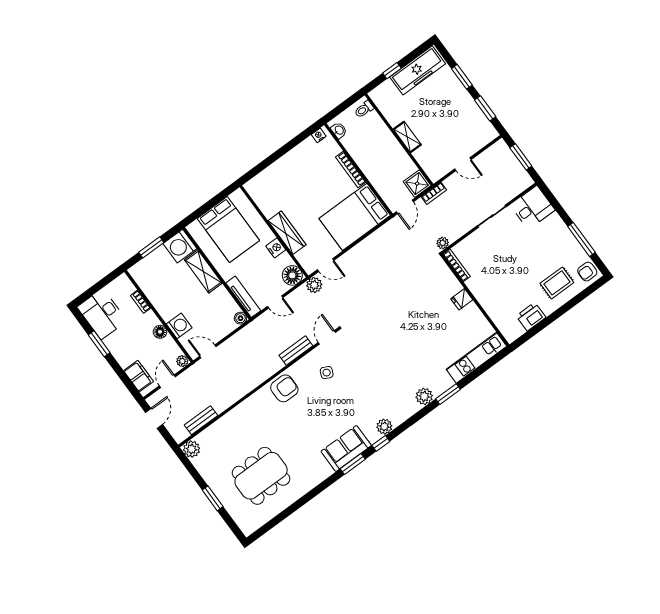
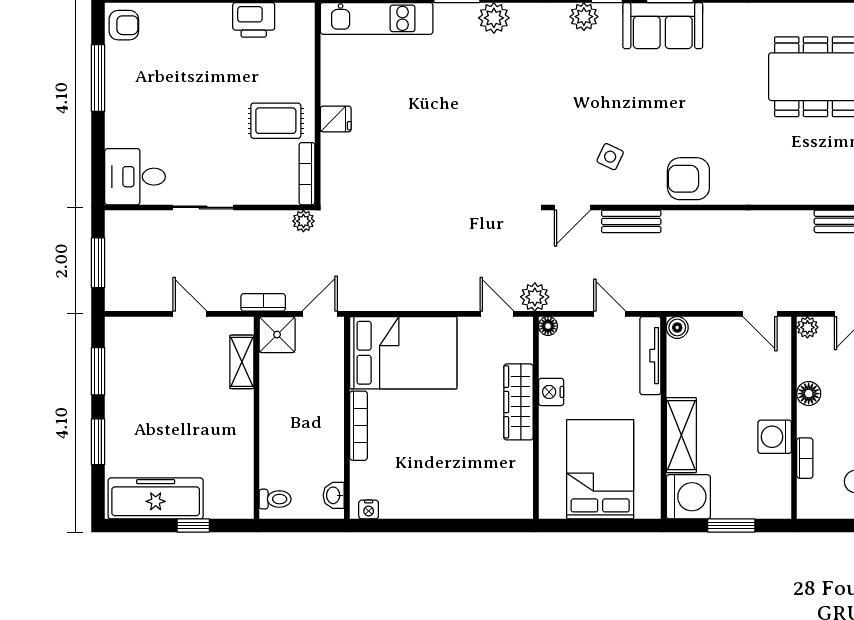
shelving: (407, 137) -> (242, 362), moved
floor lamp: (292, 275) -> (548, 326), width x0.53, depth x0.53
rug: (557, 283) -> (276, 121), moved
washing machine: (179, 326) -> (775, 437), moved

